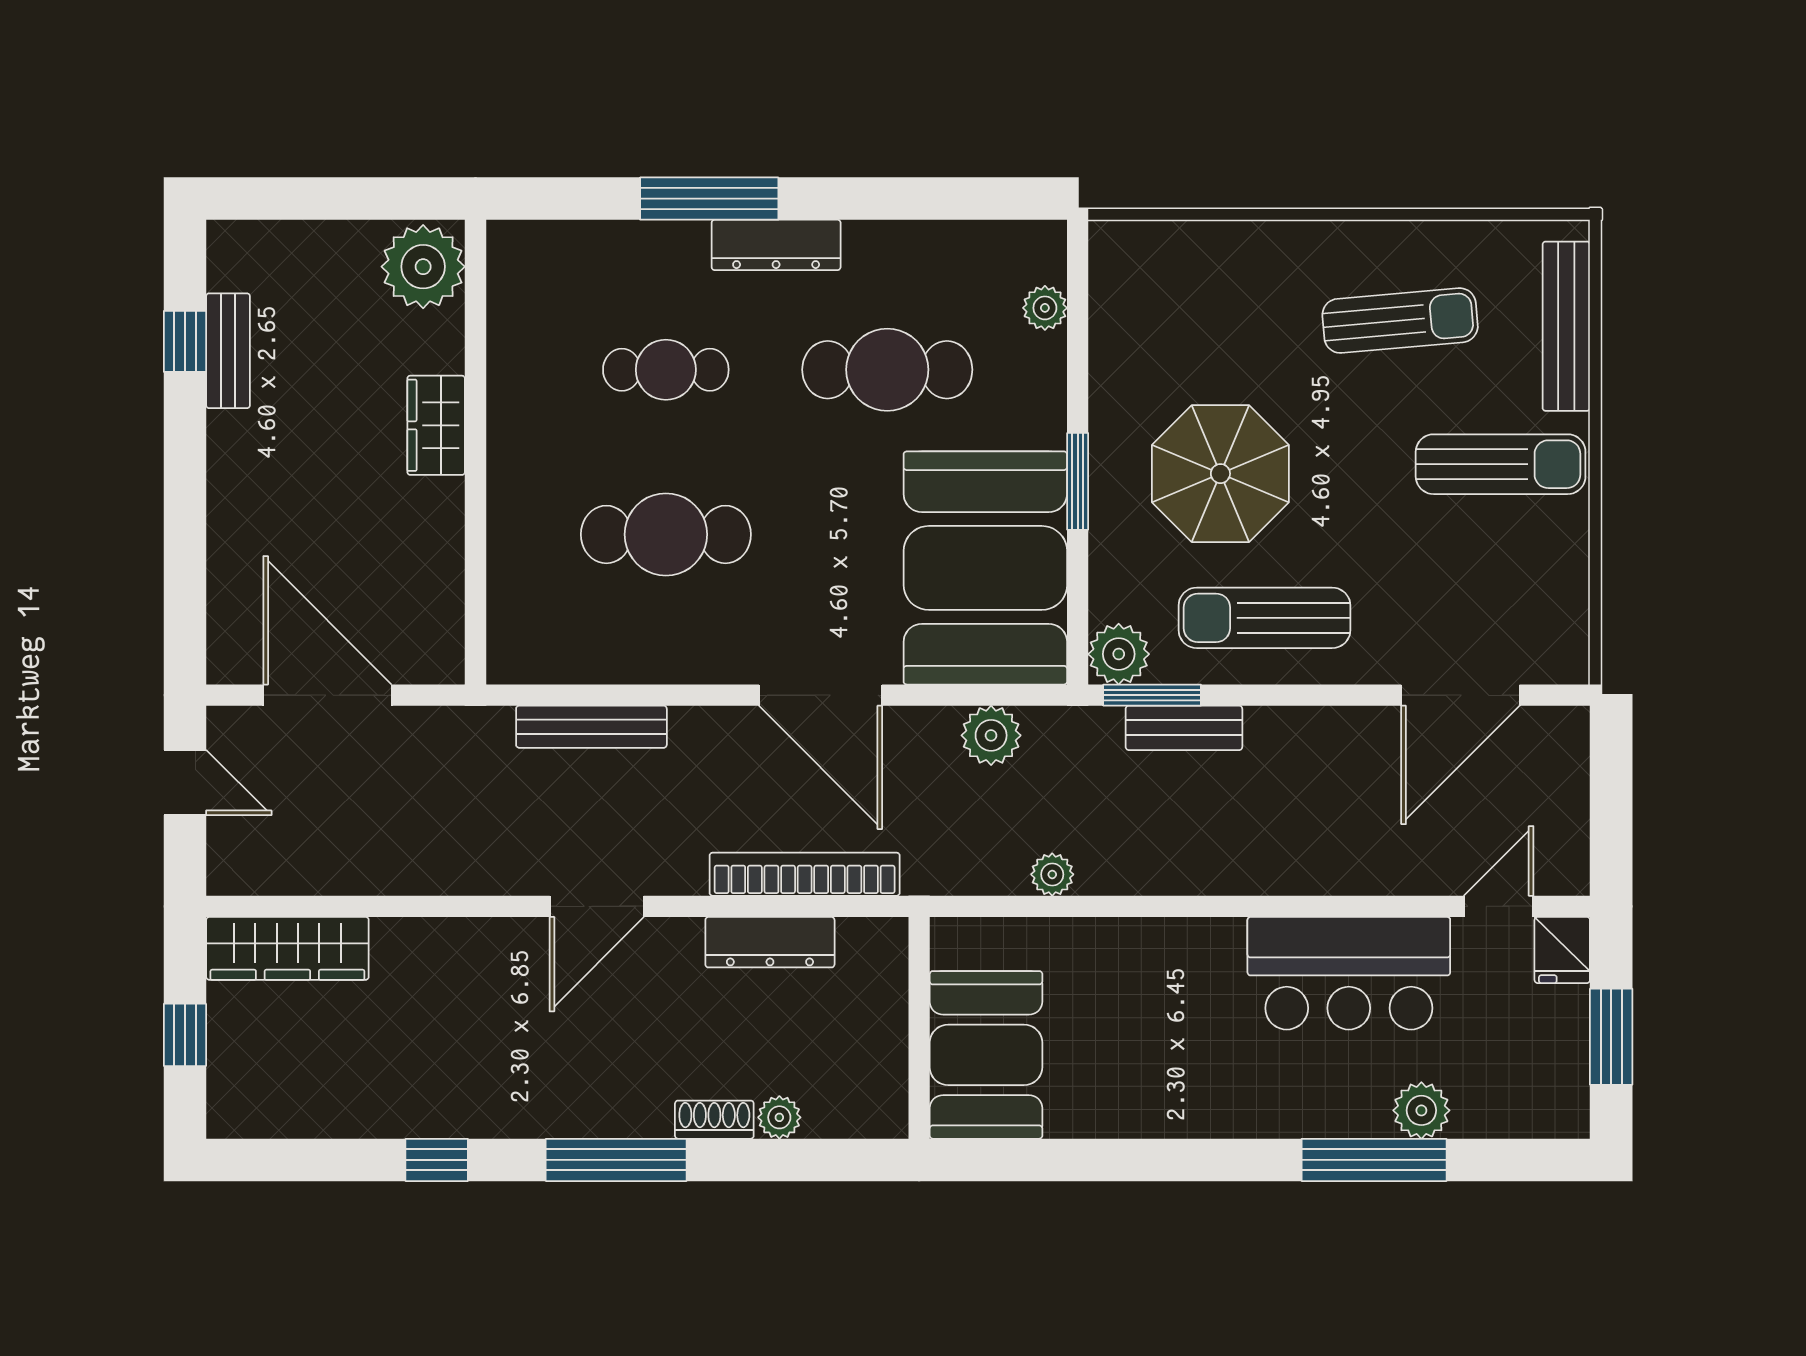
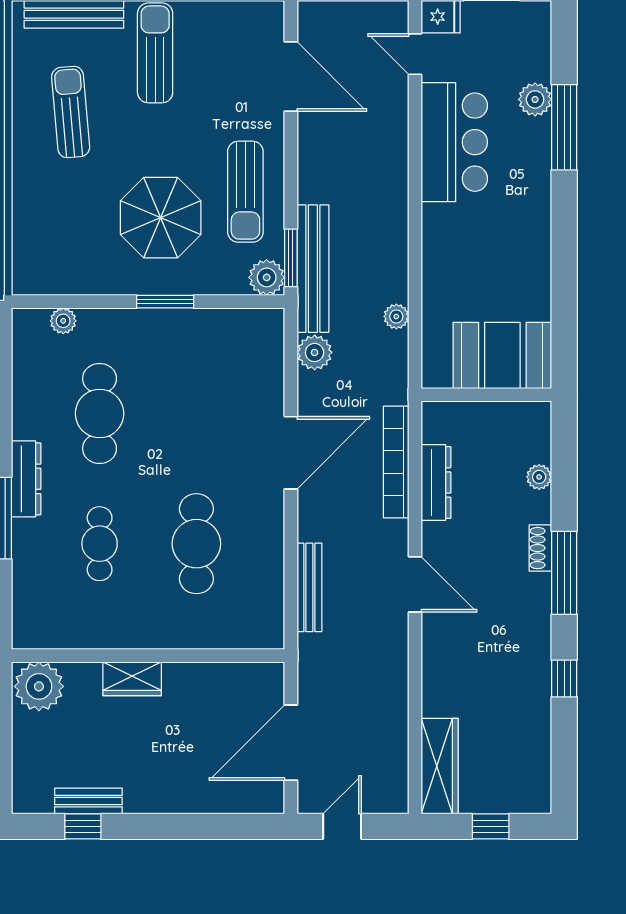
booth: (985, 568) -> (216, 356), removed
bench: (1184, 728) -> (313, 269), width x1.86, depth x1.21
shoe rack: (714, 1120) -> (540, 548), moved

